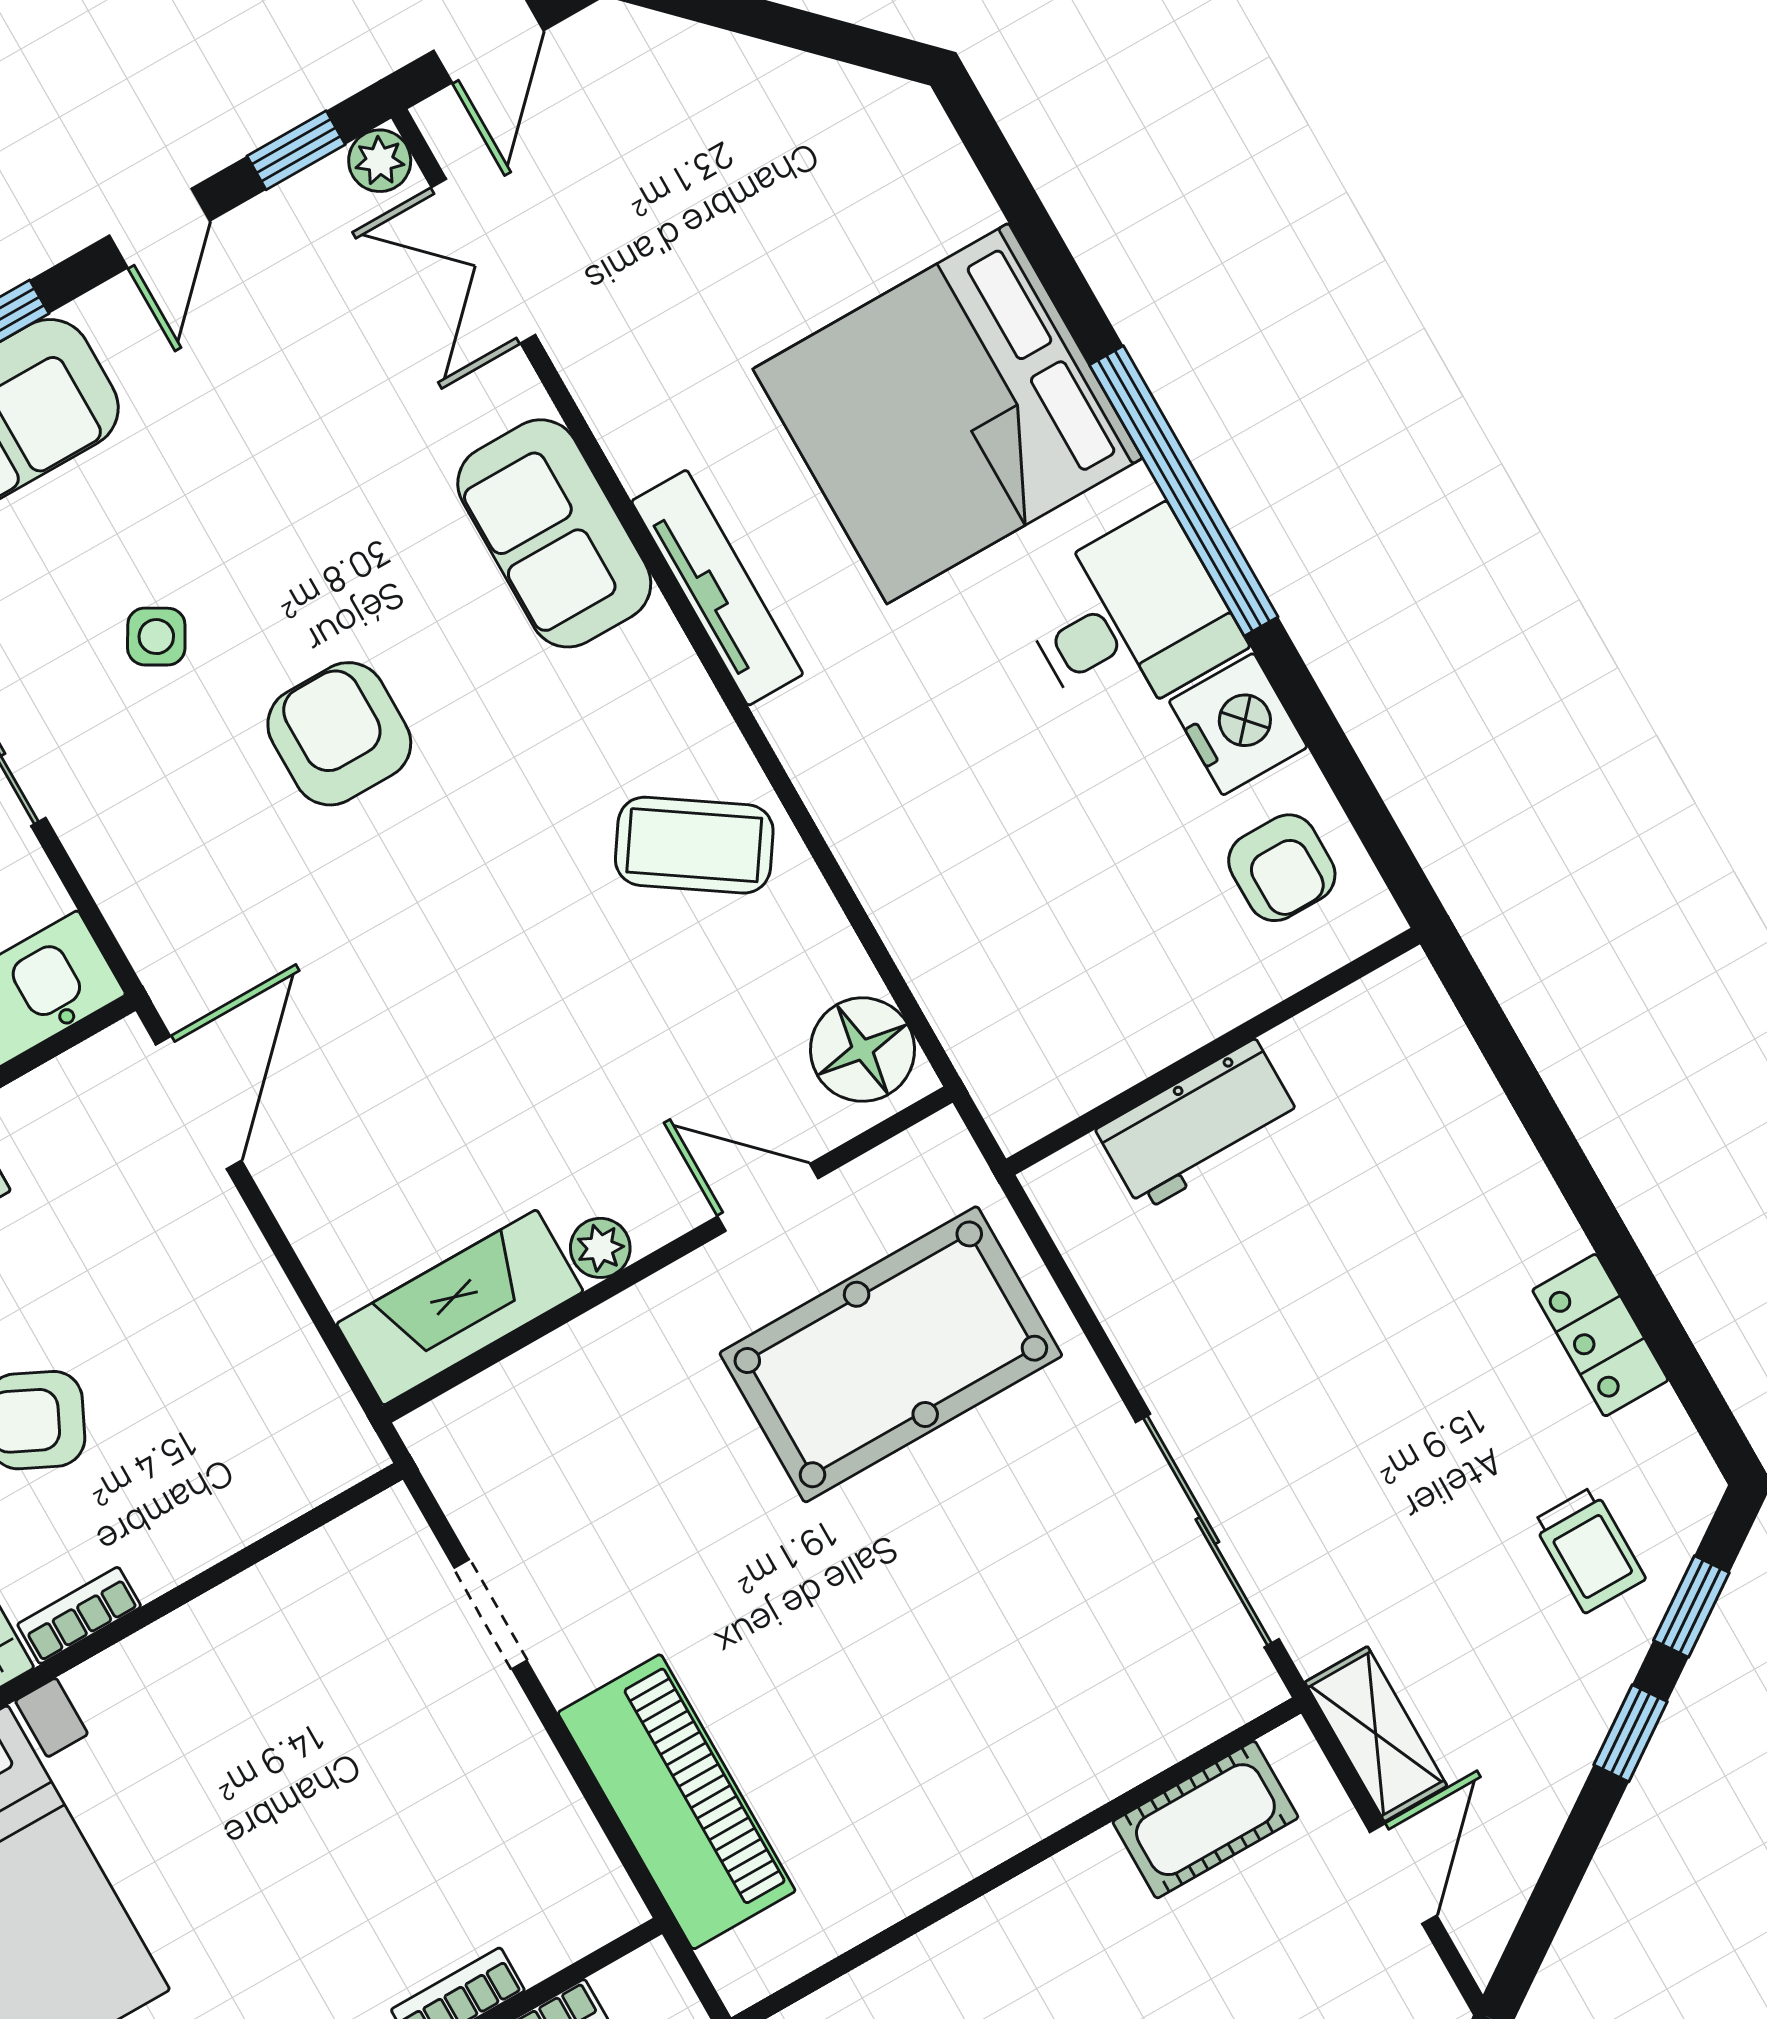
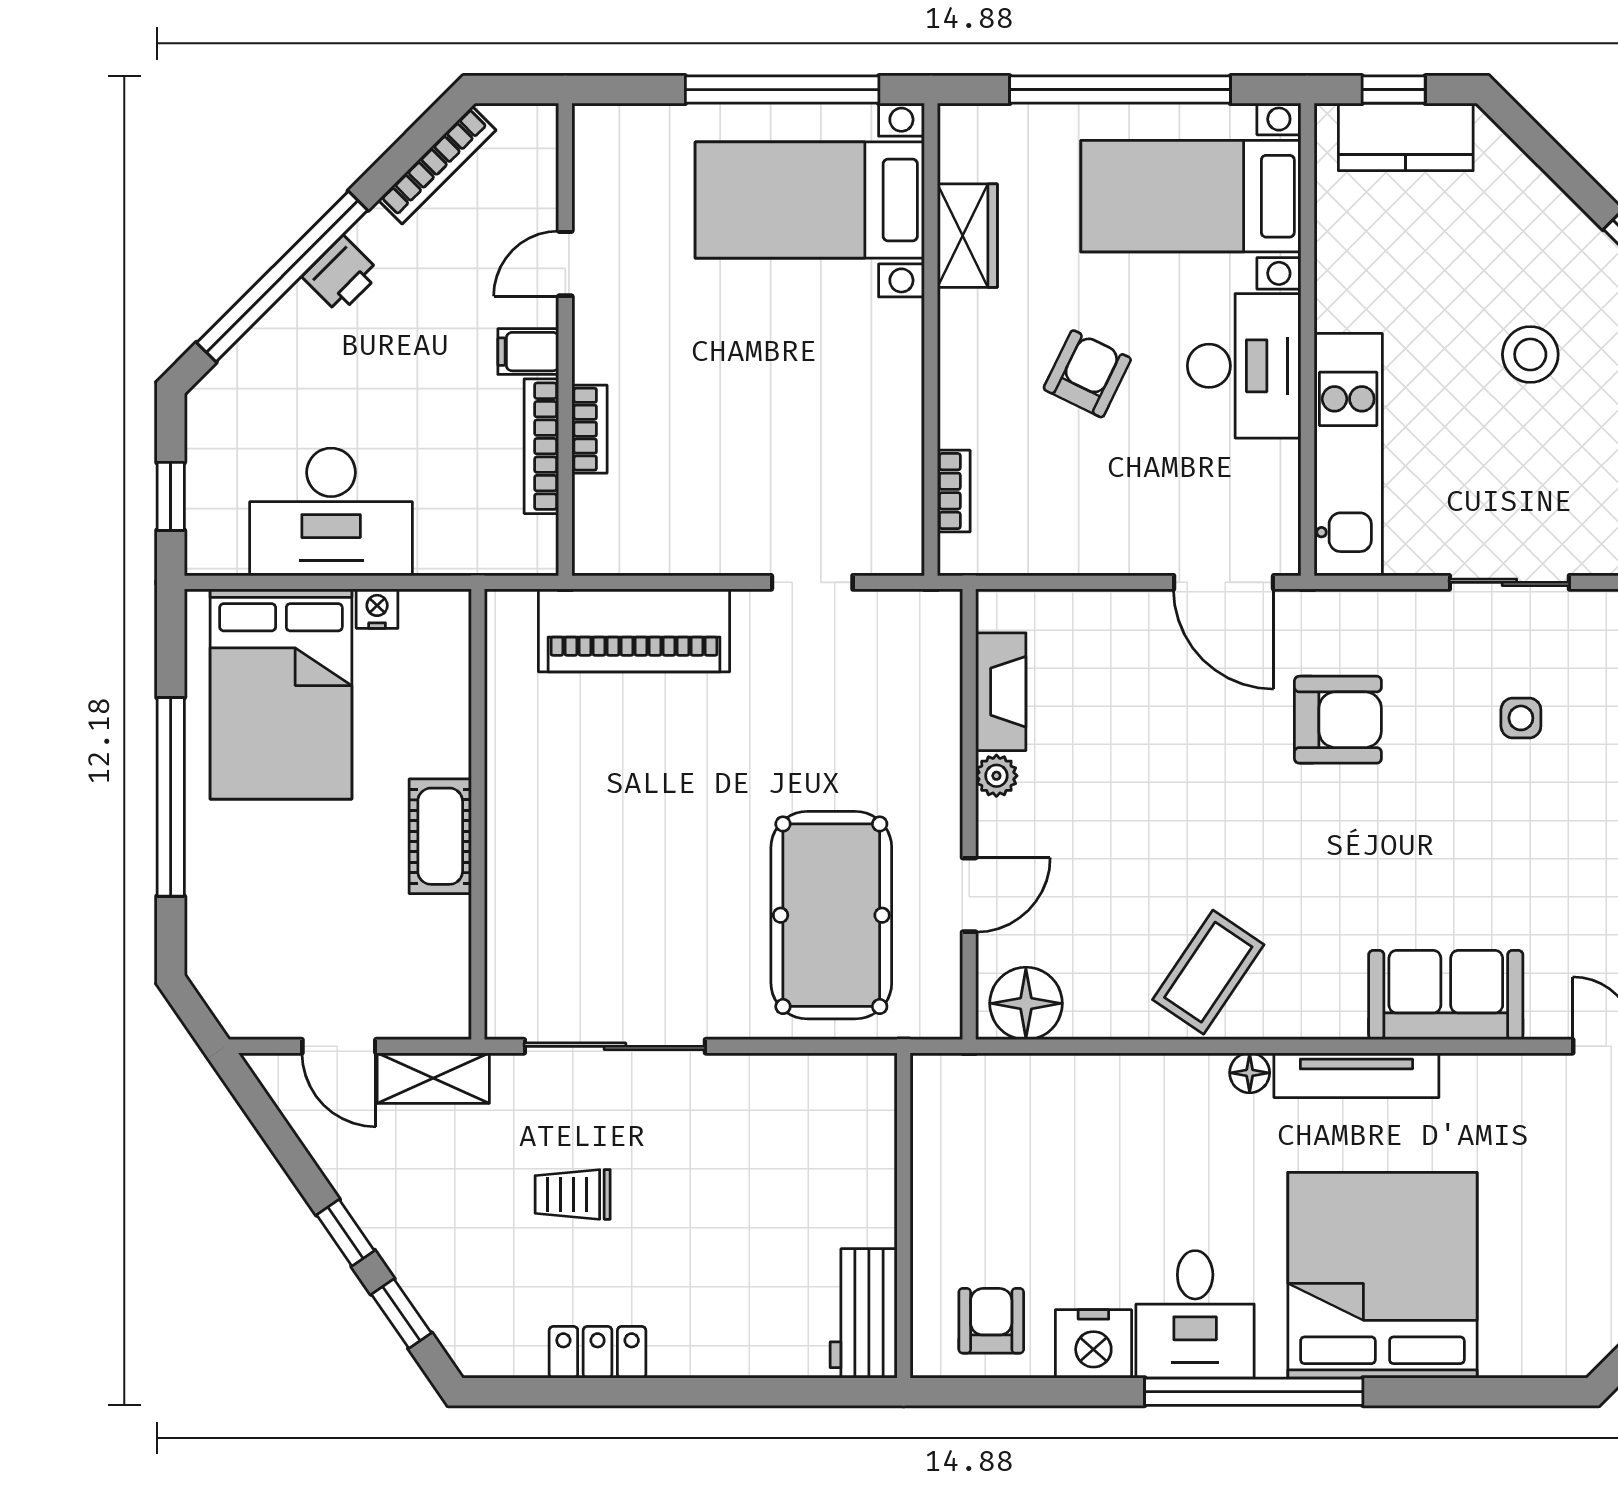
side table: (156, 637) -> (1521, 718), turned -30
floor lamp: (790, 722) -> (1250, 1073), added
armchair: (339, 734) -> (1338, 720), moved
armchair: (1282, 868) -> (991, 1321), turned 90
workbench: (1199, 1125) -> (864, 1313), moved
fireplace: (460, 1308) -> (1001, 692), width x0.73, depth x0.76
trolley: (1589, 1550) -> (573, 1194), moved
bookcase: (79, 1615) -> (954, 491), moved
cot: (1205, 1820) -> (440, 836), moved

